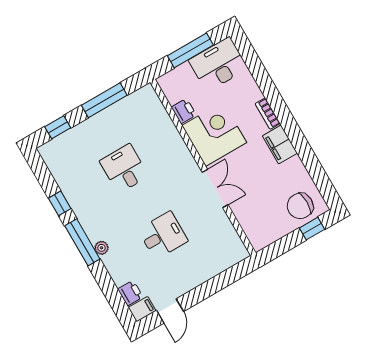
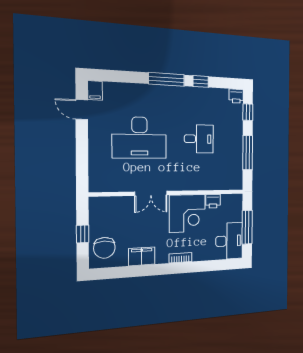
filing cabinet: (280, 144) -> (142, 256), moved
chair: (300, 206) -> (104, 248), turned 180
window: (312, 229) -> (83, 234), moved
desk: (163, 235) -> (139, 138), width x1.87, depth x1.30
plant: (102, 248) -> (155, 90), removed
printer: (130, 293) -> (236, 96), moved

